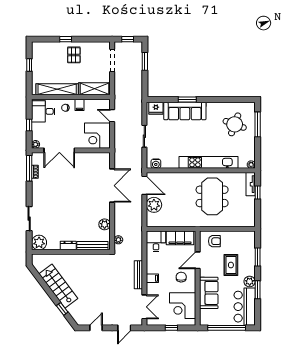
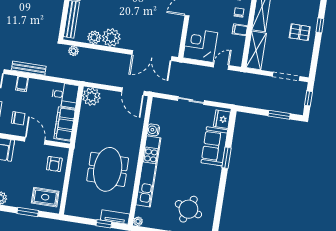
sofa: (185, 111) -> (214, 146), width x0.73
water cooler: (156, 164) -> (153, 130), moved
door: (144, 185) -> (133, 91), hinge flipped
double door: (112, 186) -> (152, 56), moved
meeting table: (212, 196) -> (108, 169), turned 90
plant: (154, 205) -> (91, 97), moved
plant: (102, 210) -> (111, 38), added
rug: (231, 265) -> (45, 197), moved

